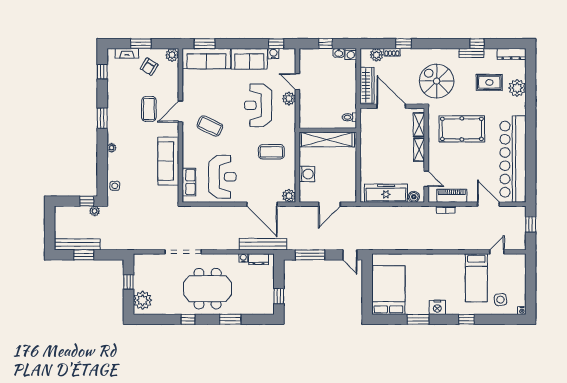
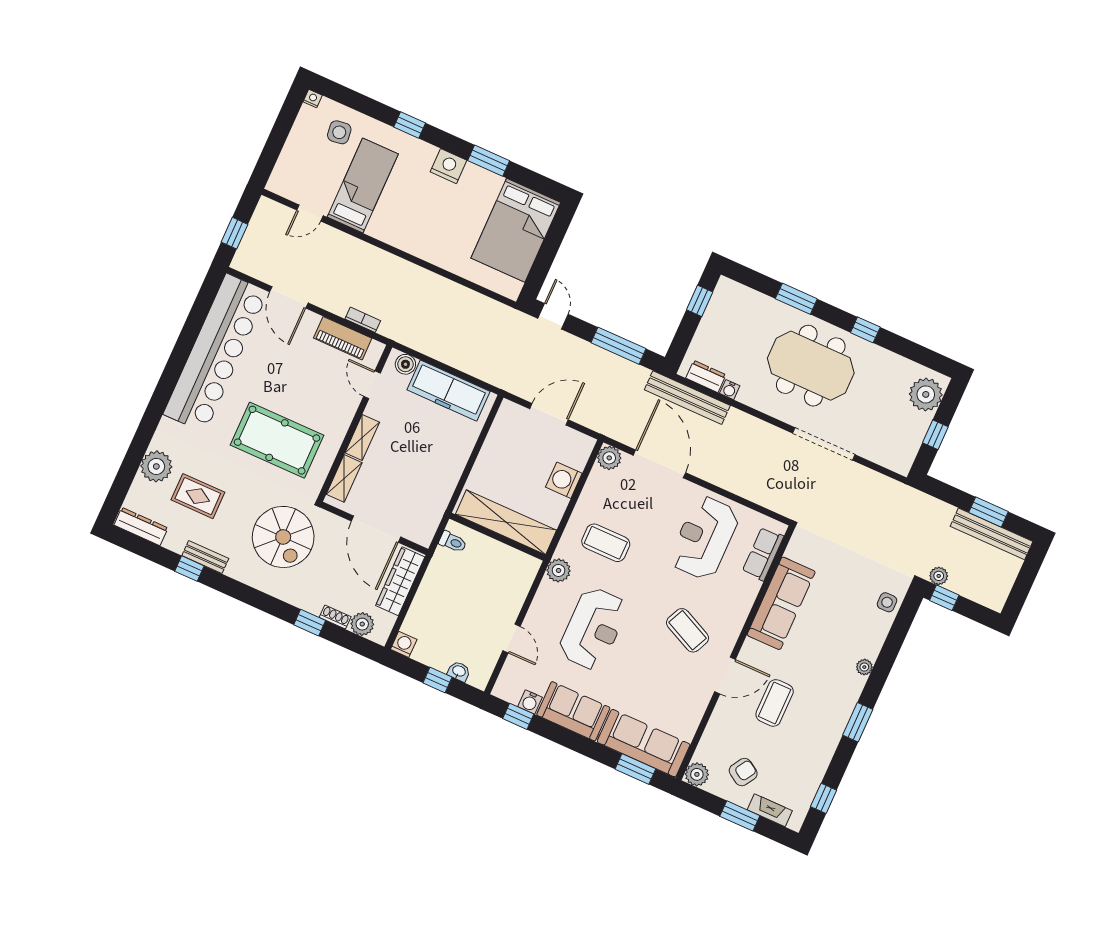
washbasin: (339, 53) -> (459, 671), moved
plant: (289, 99) -> (559, 570), moved

